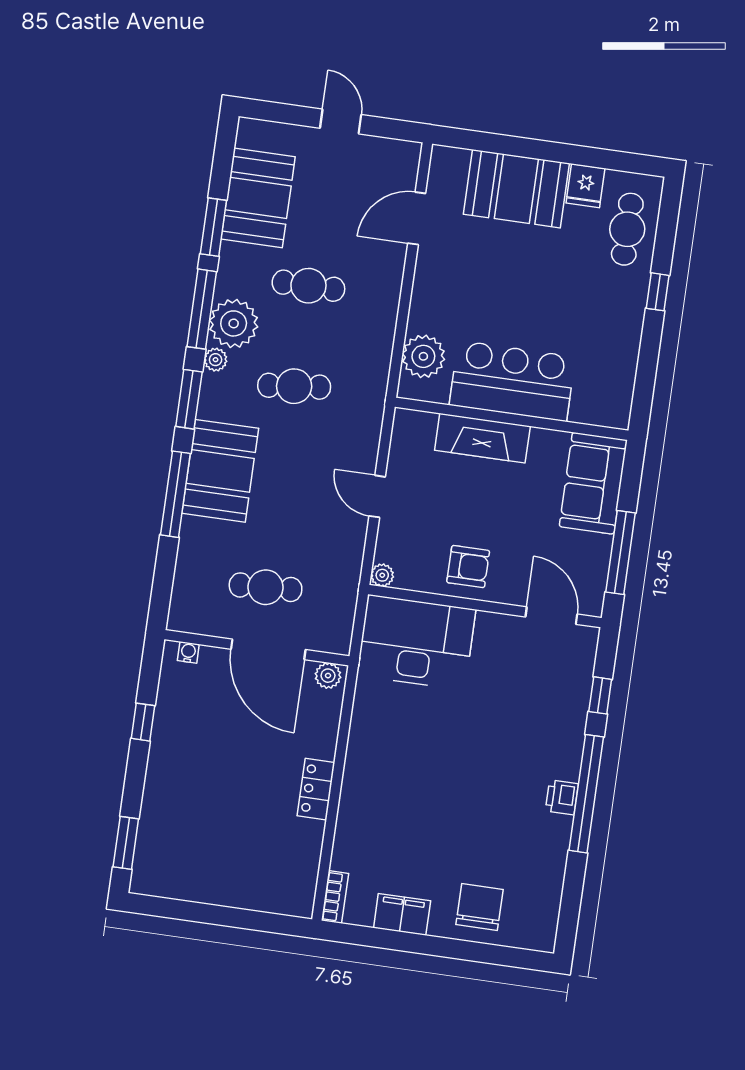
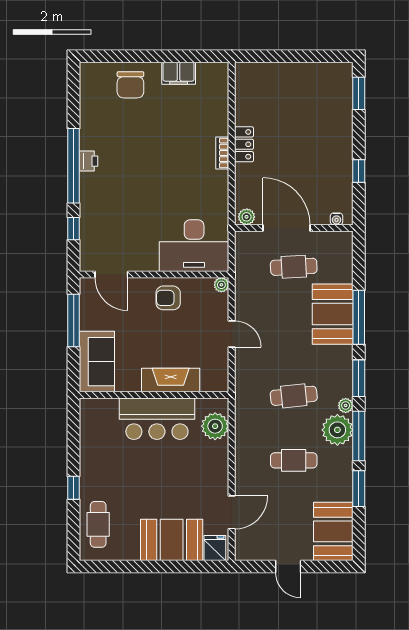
fridge: (586, 186) -> (215, 548), moved
booth: (258, 198) -> (333, 531), moved
booth: (220, 471) -> (333, 314), moved
bookcase: (335, 897) -> (222, 153), moved

